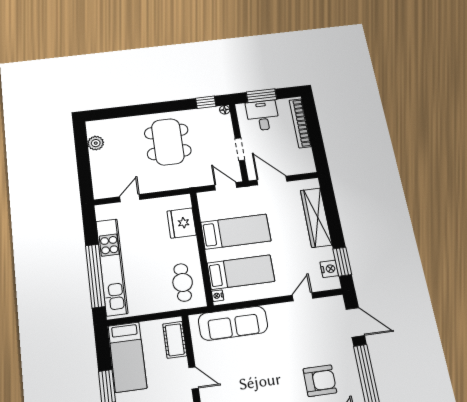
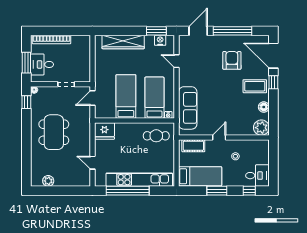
dining table: (168, 142) -> (54, 132), turned 90
door: (272, 181) -> (92, 67), removed
fridge: (182, 223) -> (104, 131), moved
window: (95, 276) -> (128, 191), moved

